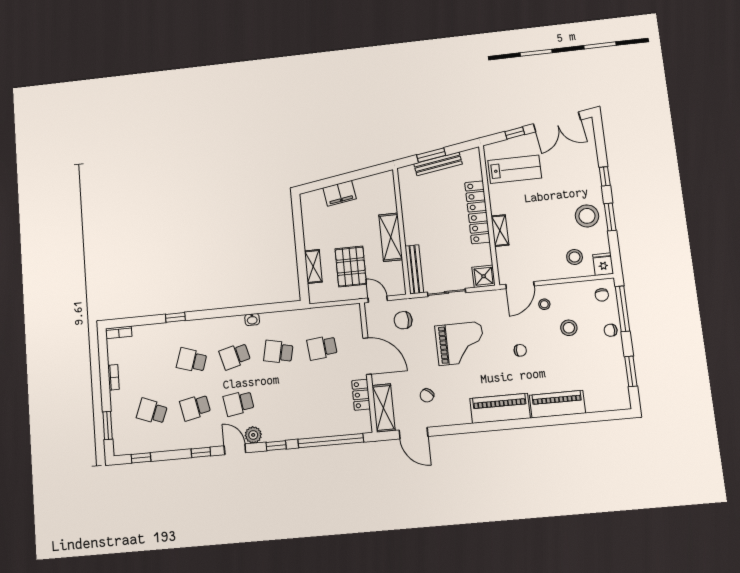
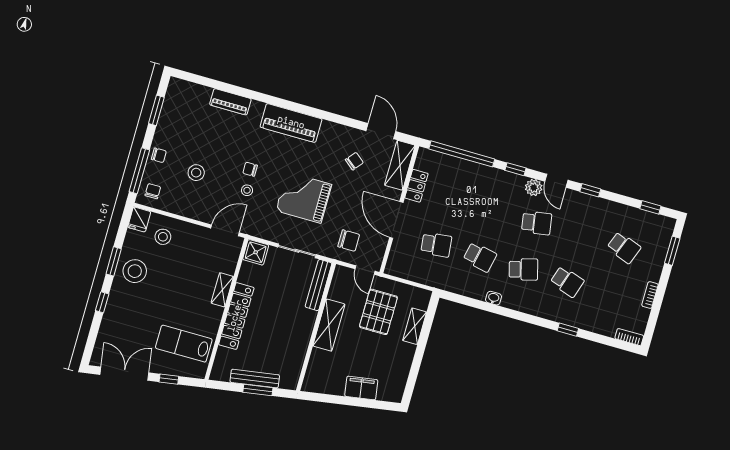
stool: (544, 304) -> (247, 190), moved
piano: (557, 404) -> (230, 102), width x0.73, depth x0.75
school desk: (195, 407) -> (580, 235), removed

